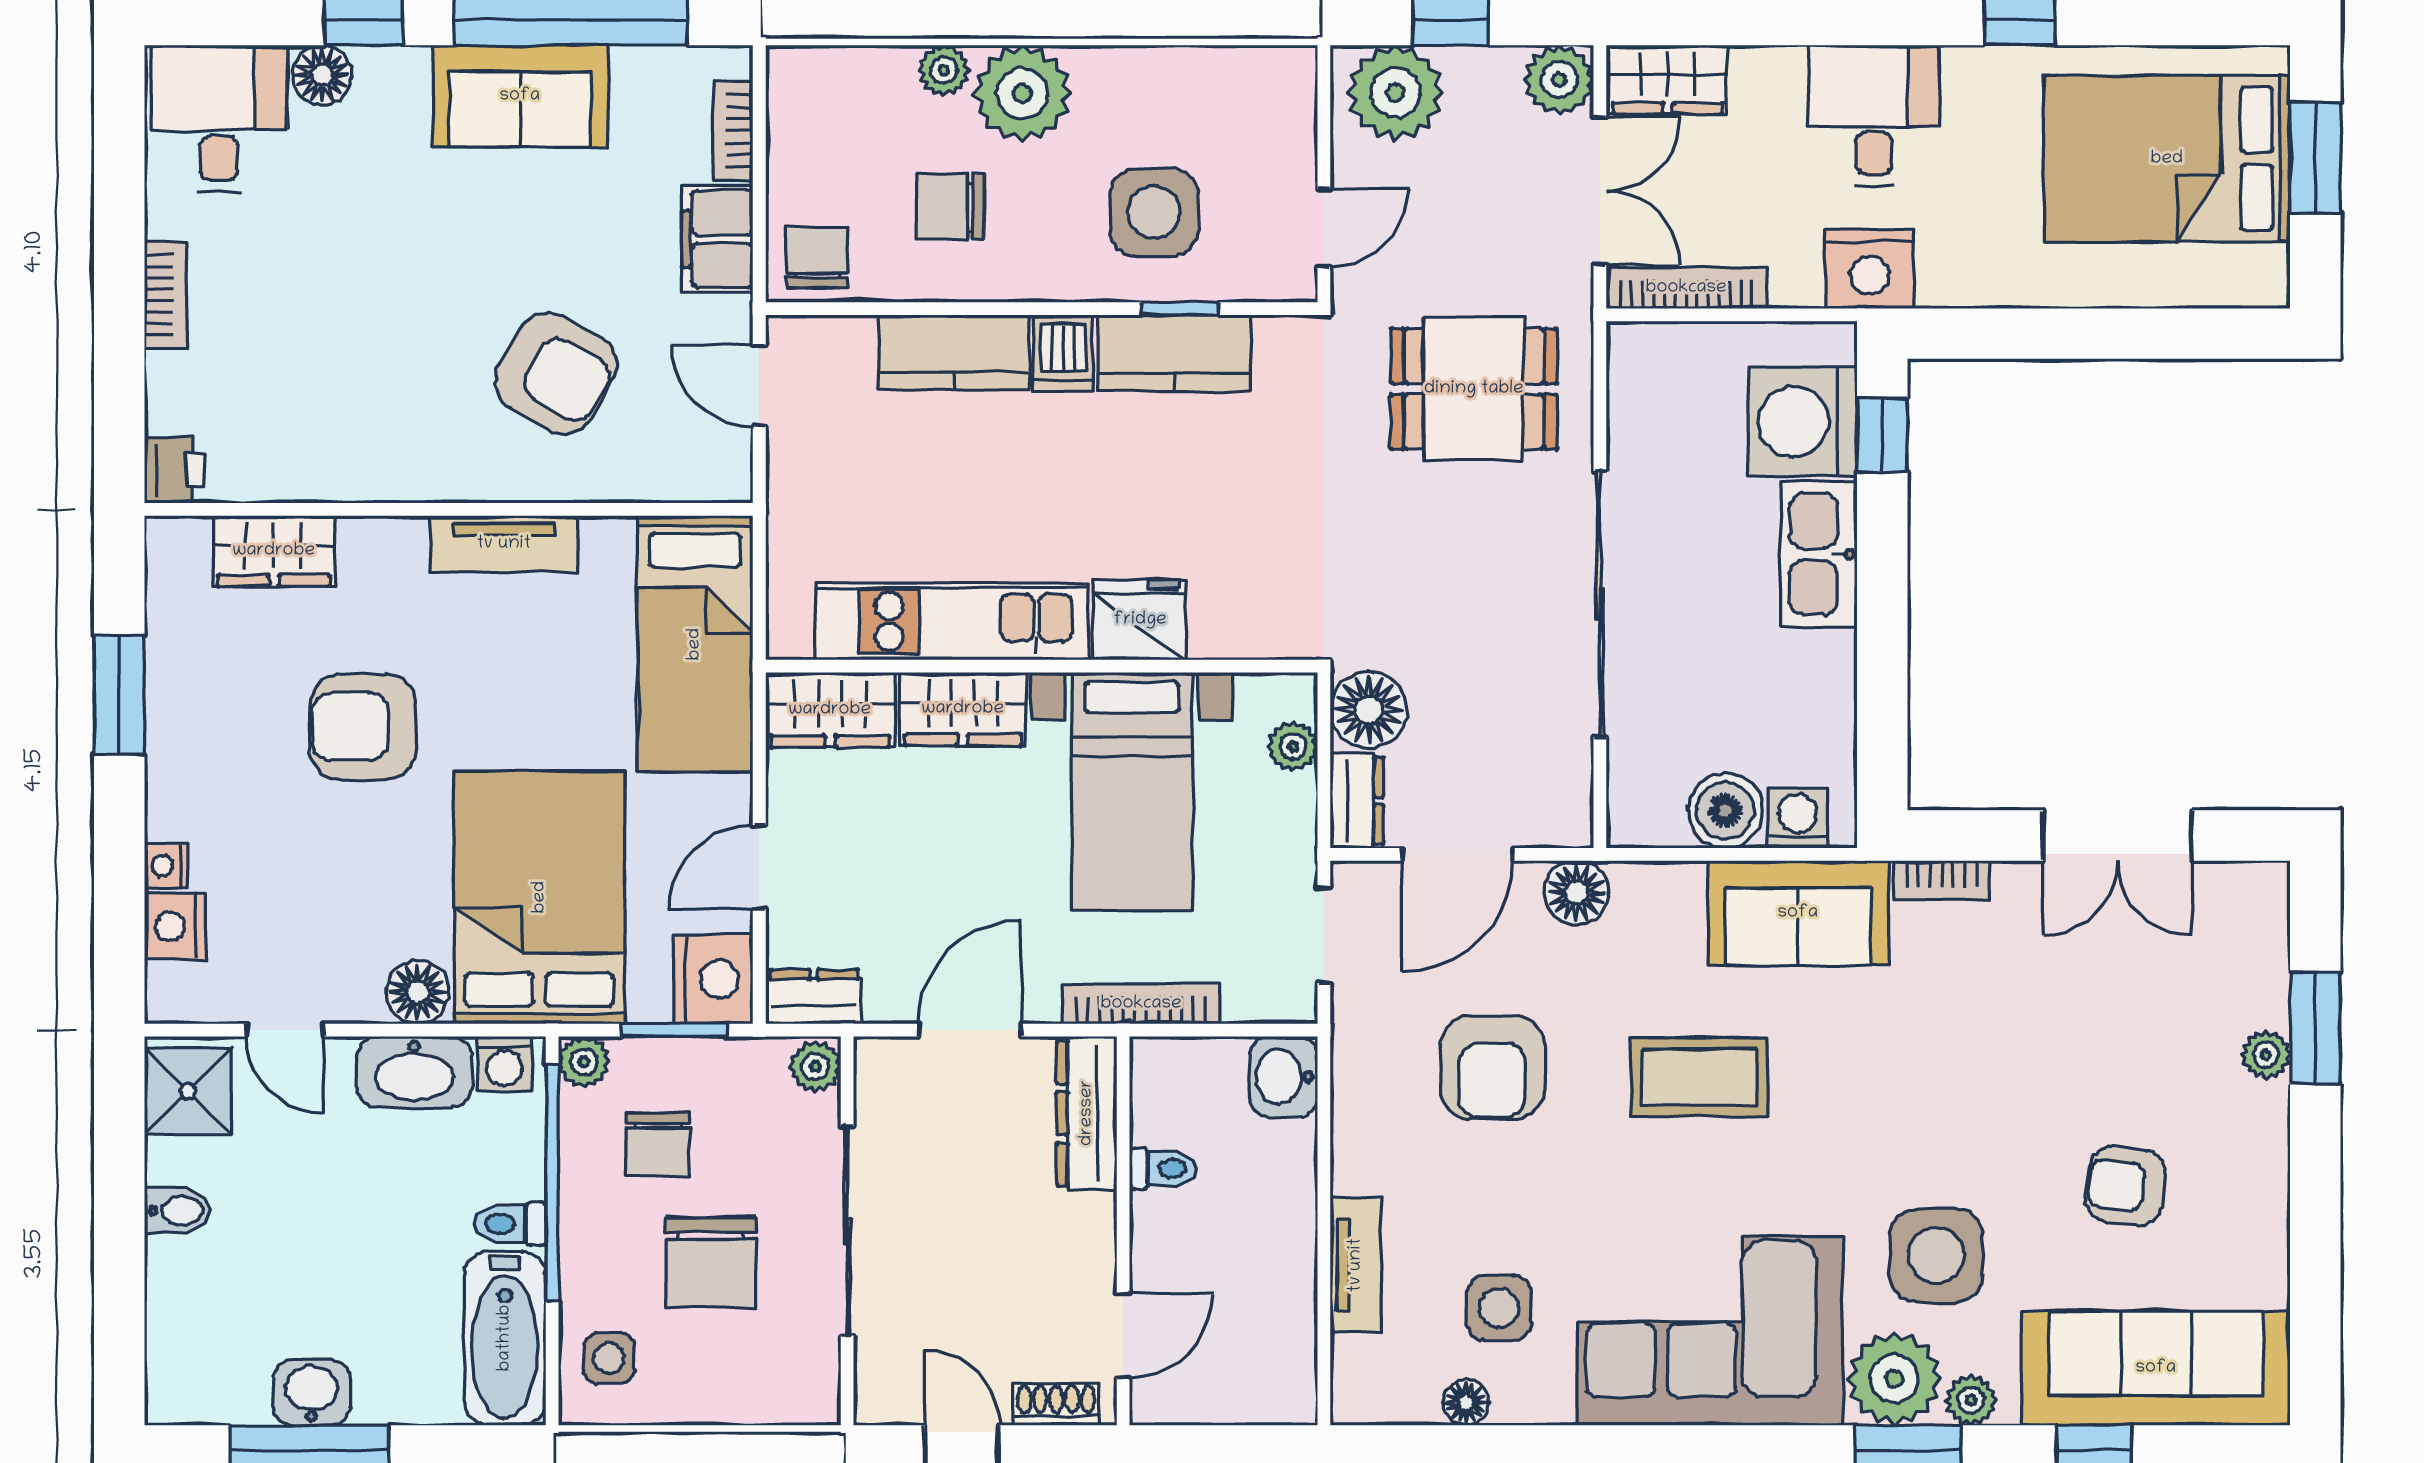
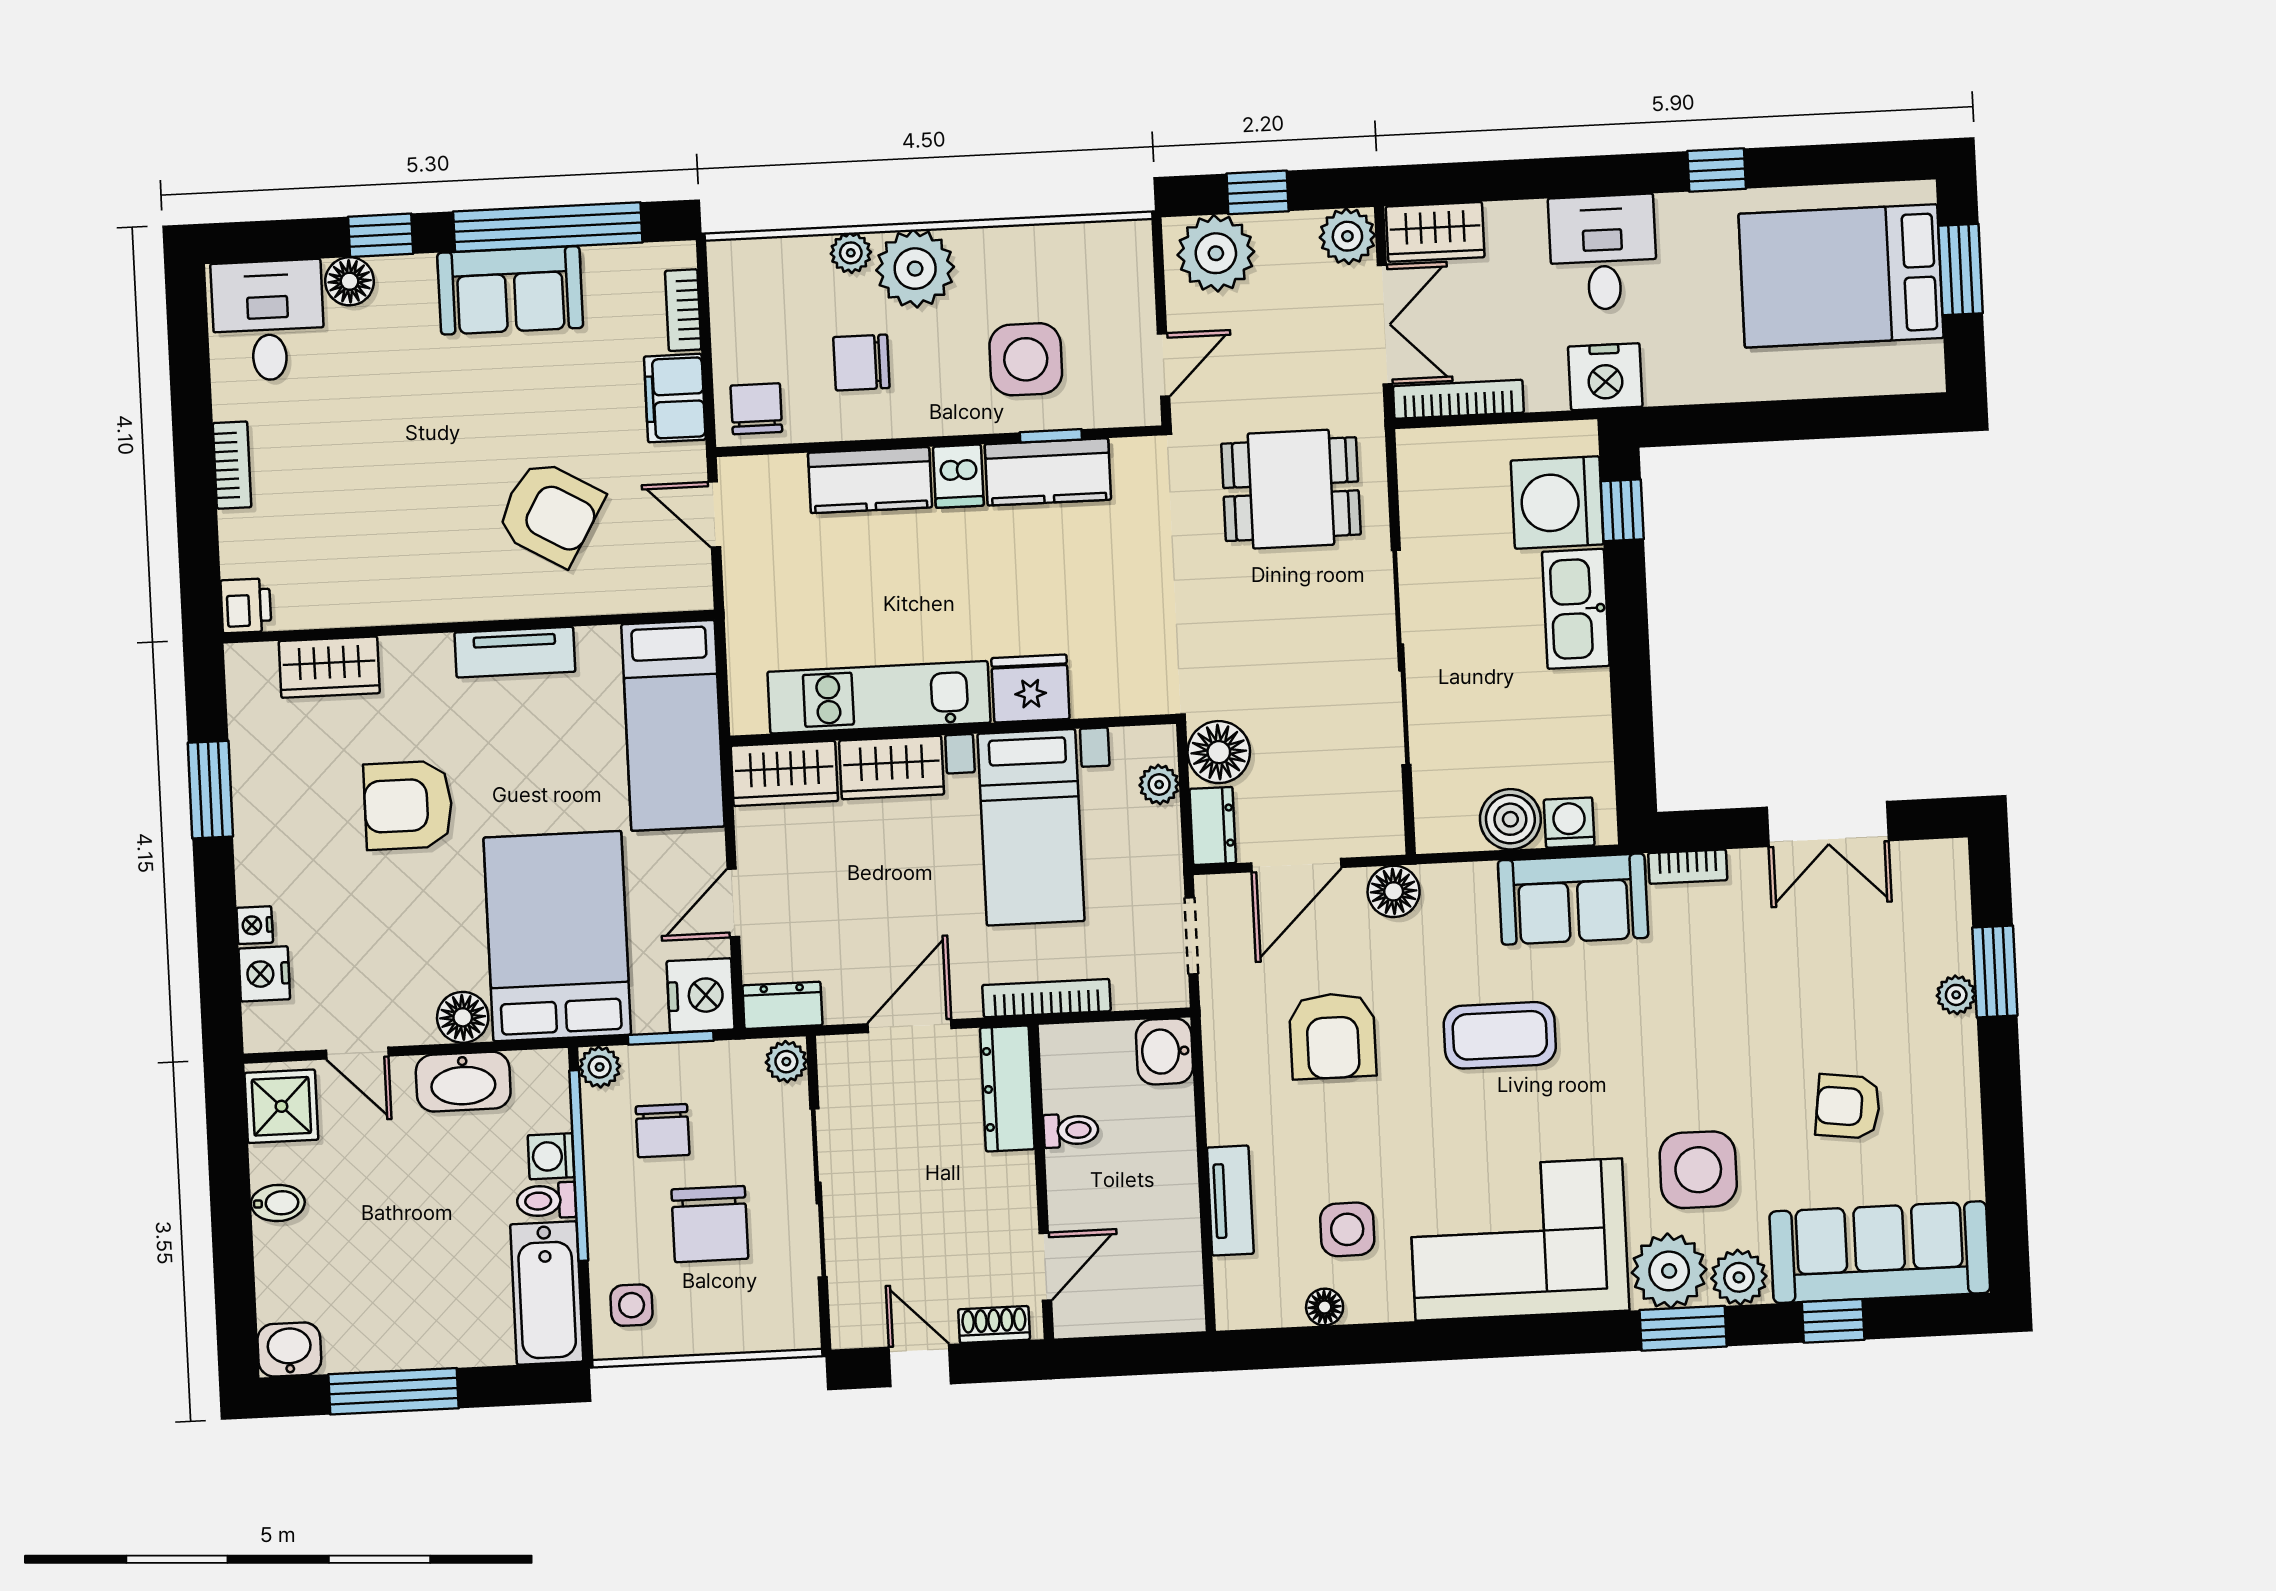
washing machine: (505, 1064) -> (551, 1156), moved, turned 90
washbasin: (312, 1393) -> (289, 1350), moved
plant: (1971, 1400) -> (1739, 1277), width x1.38, depth x1.38

